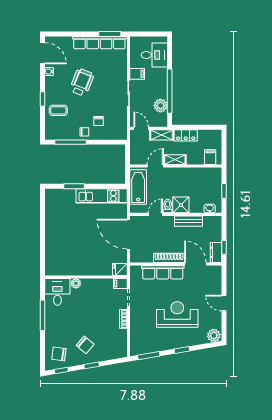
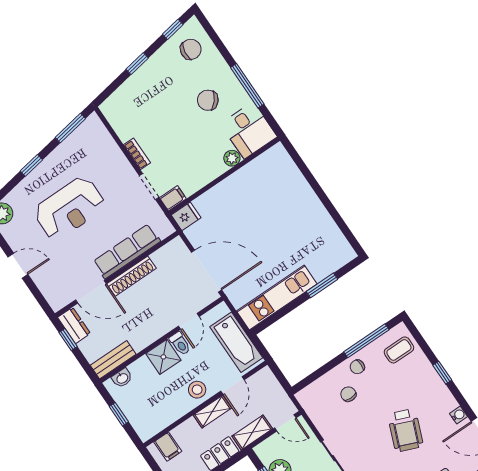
coffee table: (58, 110) -> (399, 350), moved
stool: (175, 176) -> (197, 390), added
bench: (188, 221) -> (113, 360), moved
chair: (85, 345) -> (208, 100), moved

